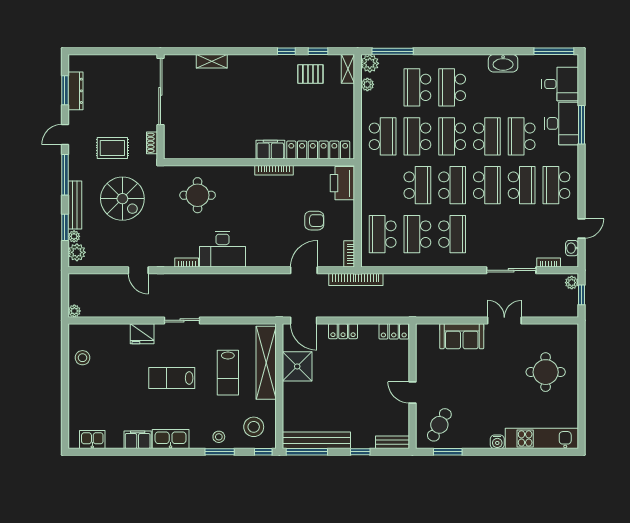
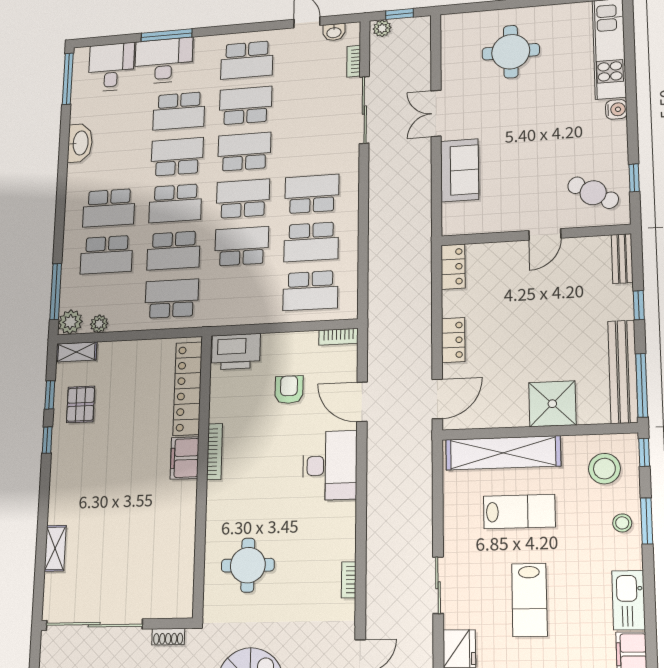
desk: (223, 249) -> (330, 465), moved
bookcase: (356, 280) -> (376, 325), removed
shower: (297, 366) -> (552, 404), moved
window: (448, 452) -> (634, 178), width x0.67

